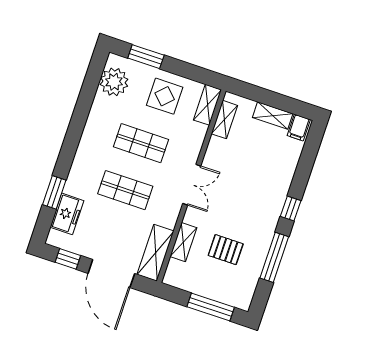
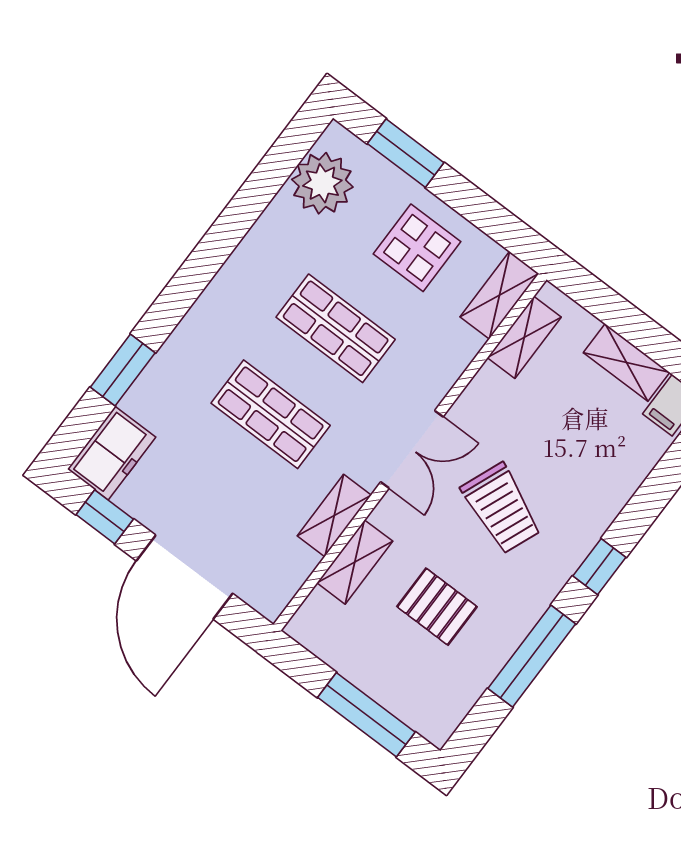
trolley: (239, 197) -> (501, 508), added
freezer: (67, 214) -> (112, 453), moved
shelving: (155, 253) -> (334, 515), moved, width x0.67, depth x0.75

